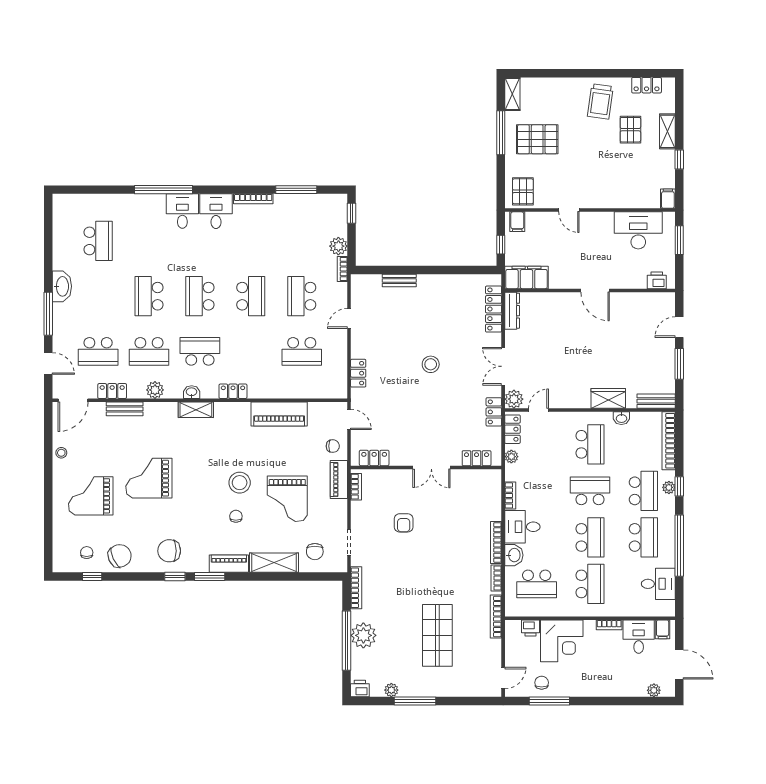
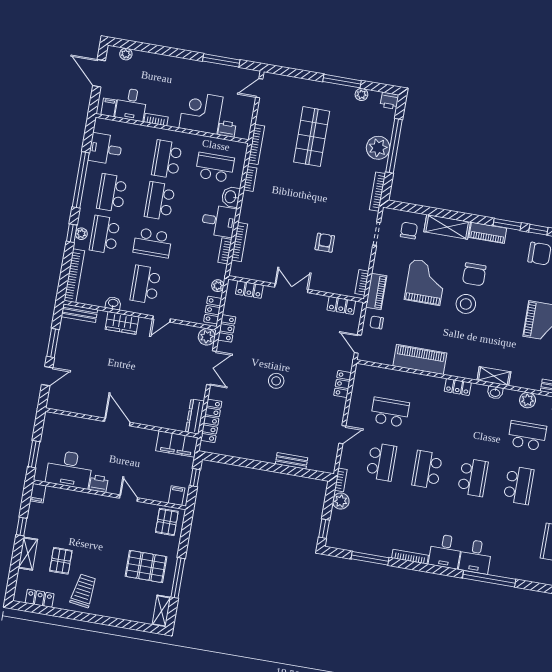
printer: (657, 280) -> (99, 484), moved, turned 180
school desk: (200, 351) -> (481, 428), removed
door: (539, 410) -> (162, 319), moved
chair: (236, 516) -> (474, 274), width x1.87, depth x1.87
bookcase: (496, 542) -> (239, 242), moved
chair: (542, 683) -> (225, 78), removed

